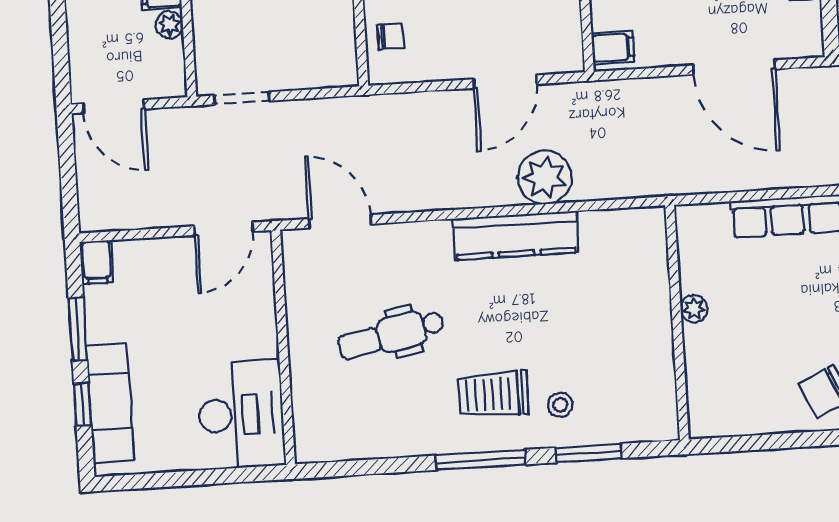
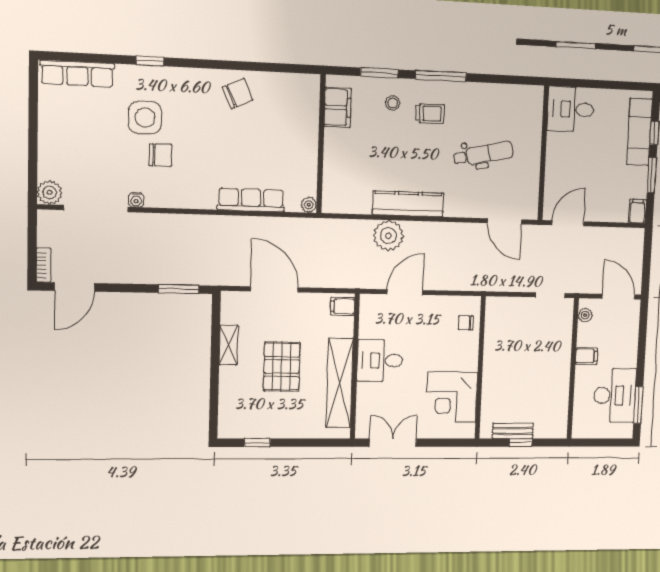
plant: (169, 25) -> (585, 315), moved
plant: (694, 309) -> (309, 205), moved
filing cabinet: (654, 387) -> (338, 107), added
trolley: (493, 394) -> (430, 114), width x0.73, depth x0.72
desk: (241, 414) -> (571, 109), width x0.73

